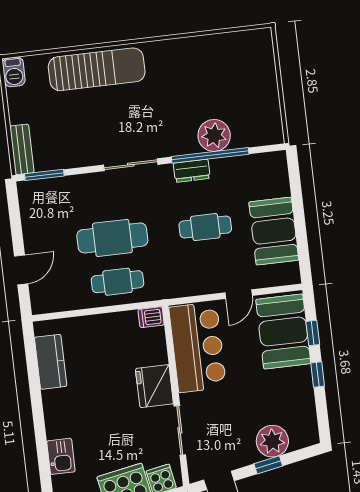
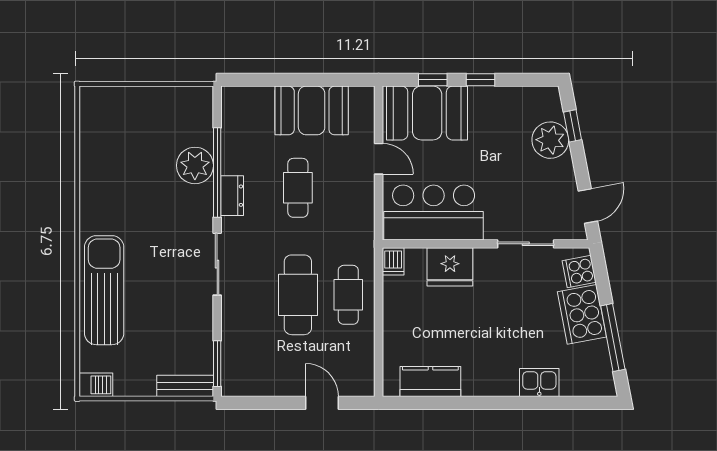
fridge: (154, 386) -> (450, 267), moved
window: (268, 465) -> (573, 126), moved

